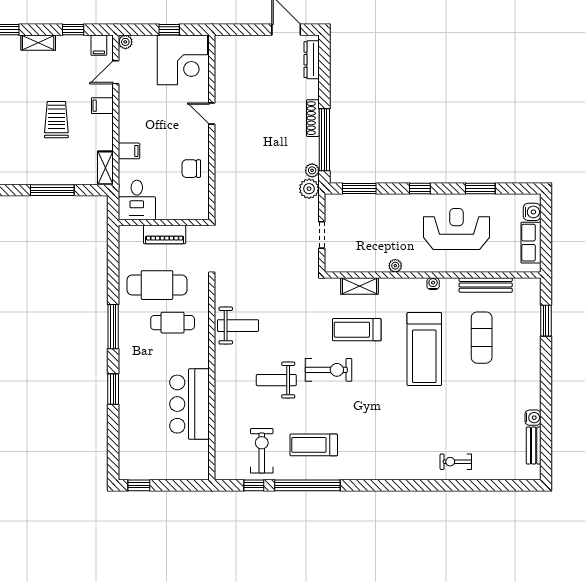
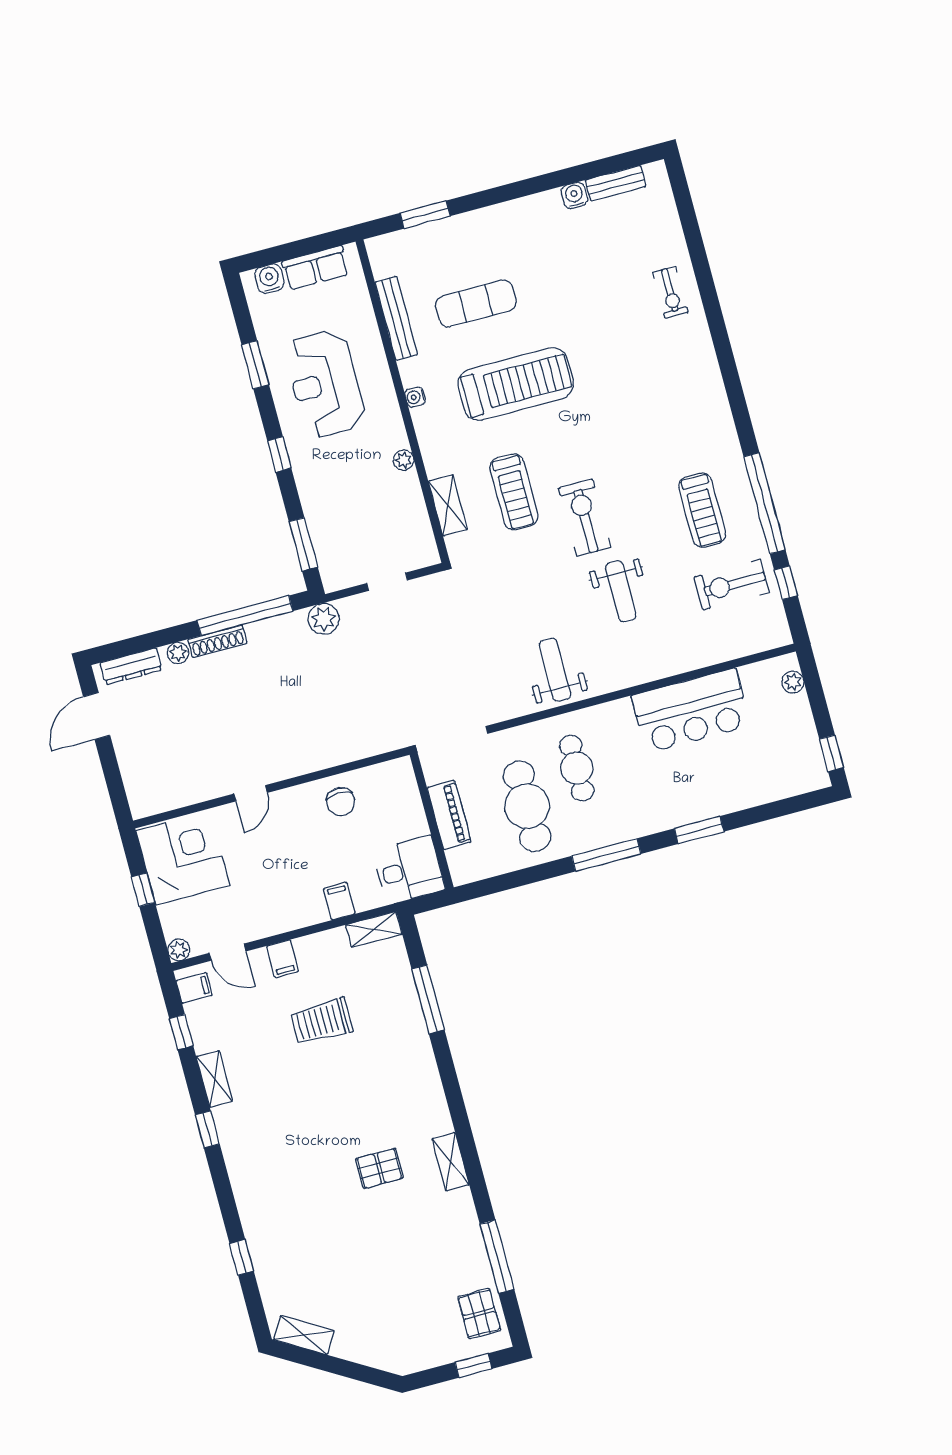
plant: (312, 170) -> (178, 653), moved
plant: (190, 473) -> (793, 682), added

